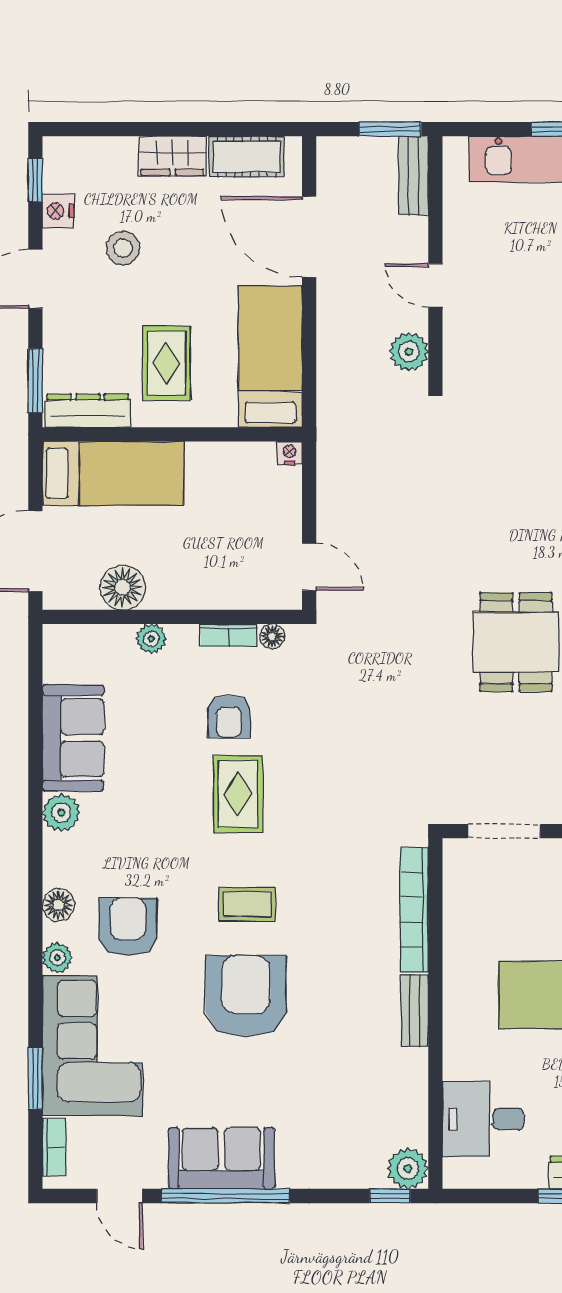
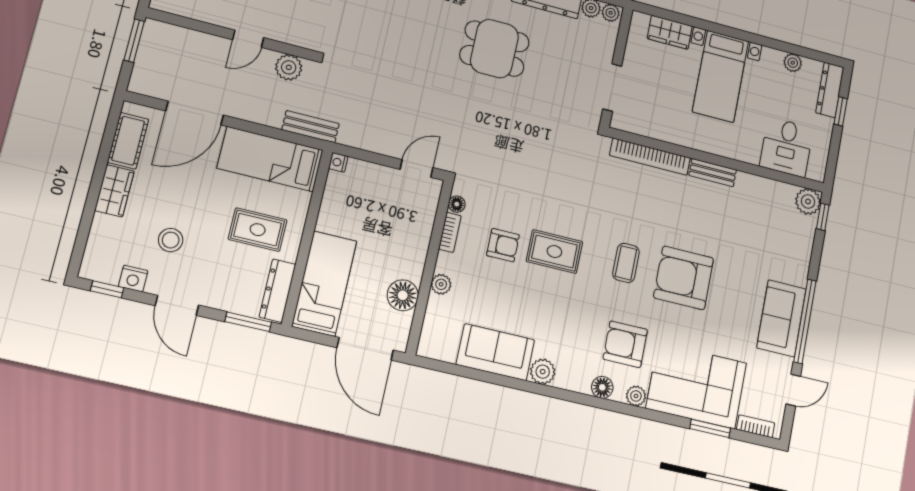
bench: (413, 176) -> (311, 127), moved

